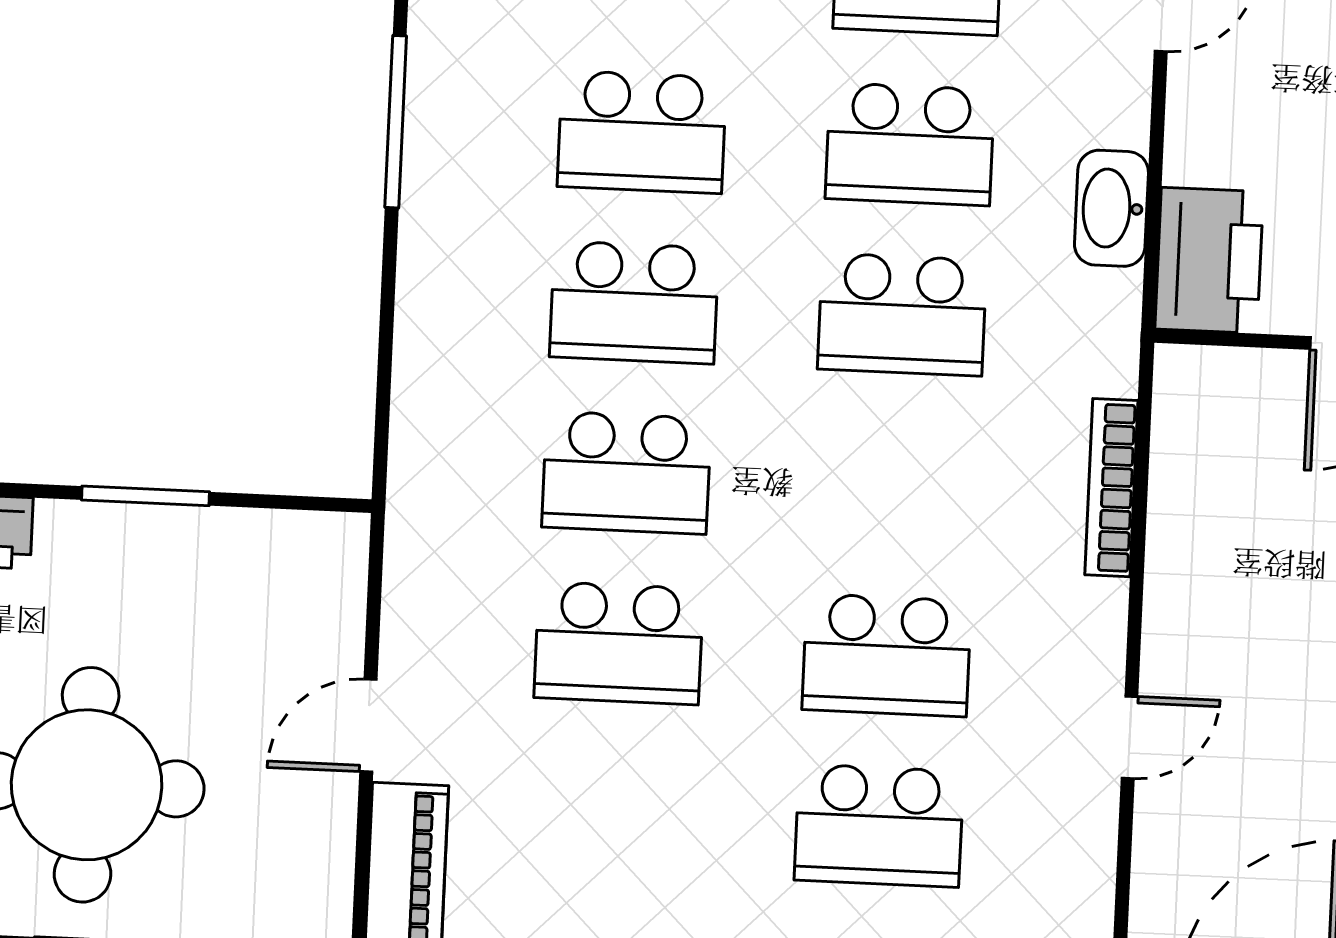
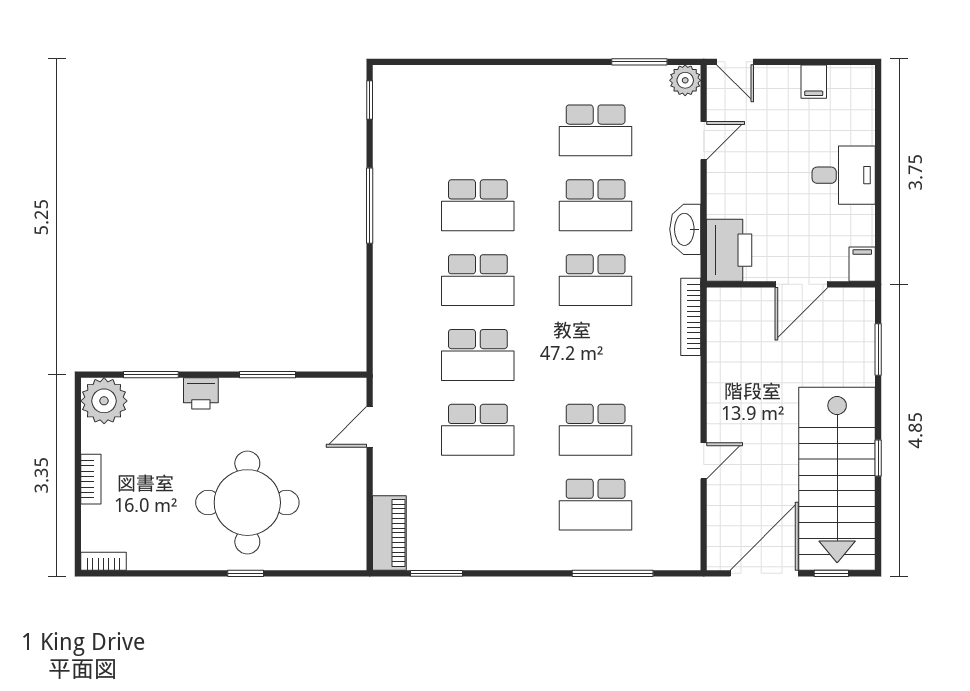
bookcase: (1111, 488) -> (691, 317), moved
door: (368, 726) -> (370, 427), moved

